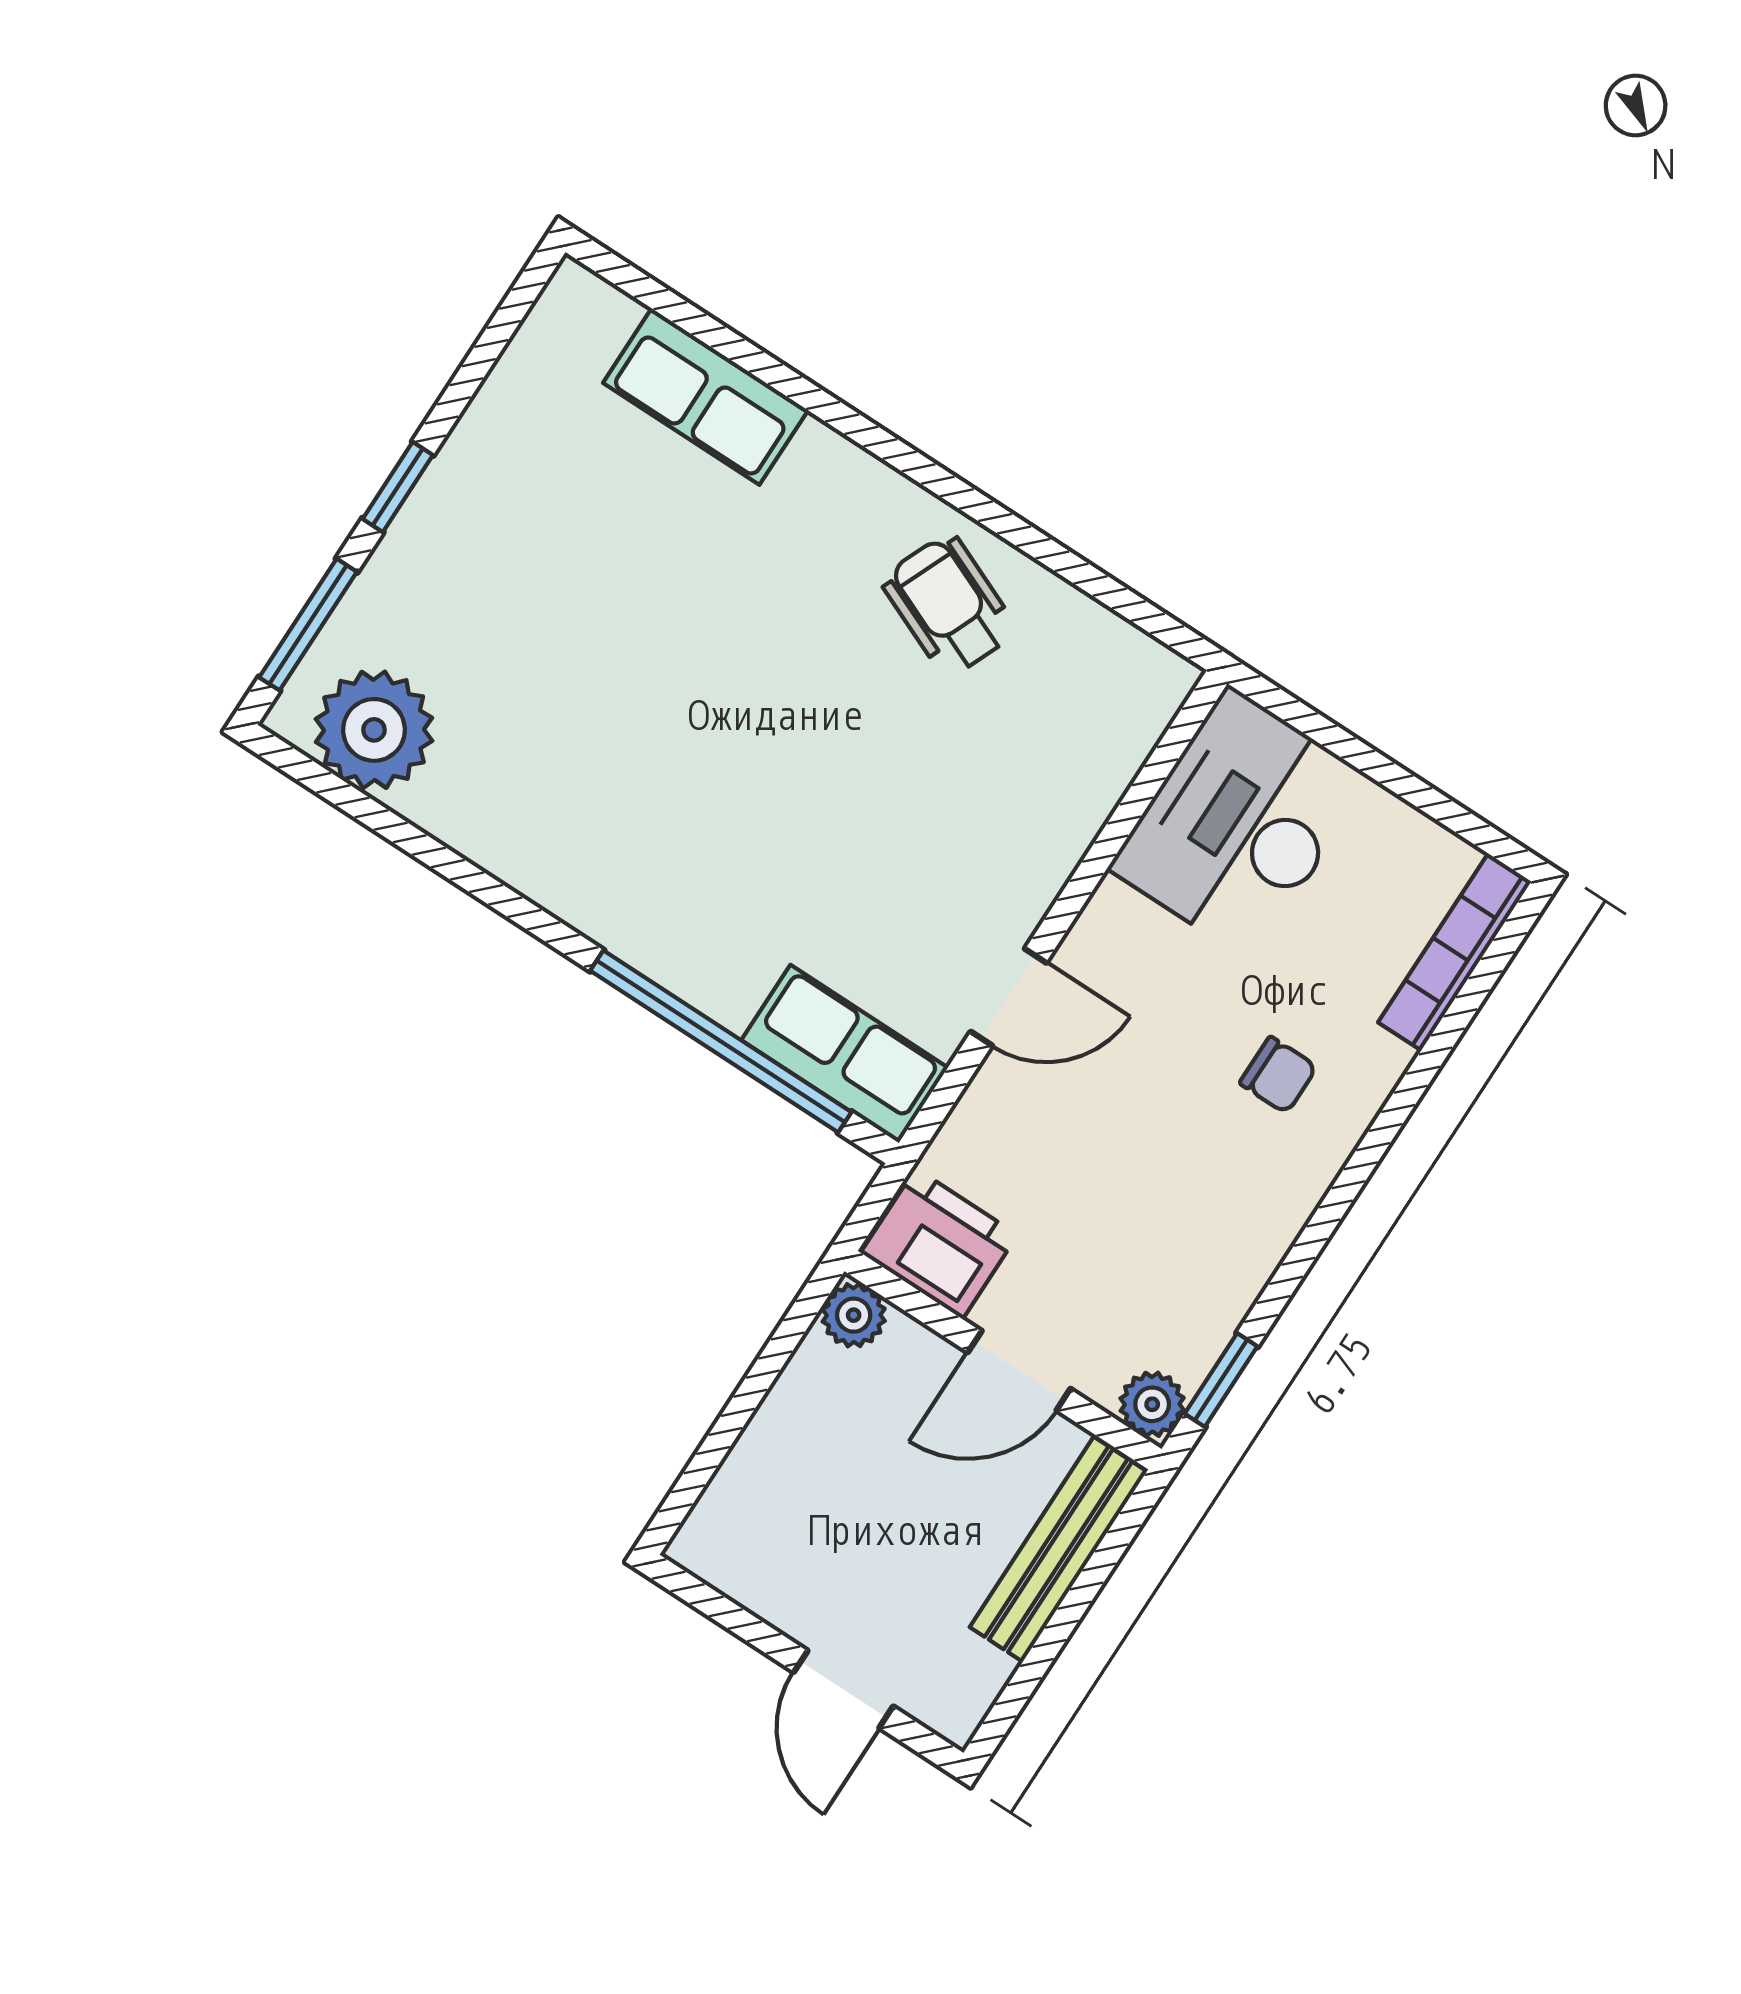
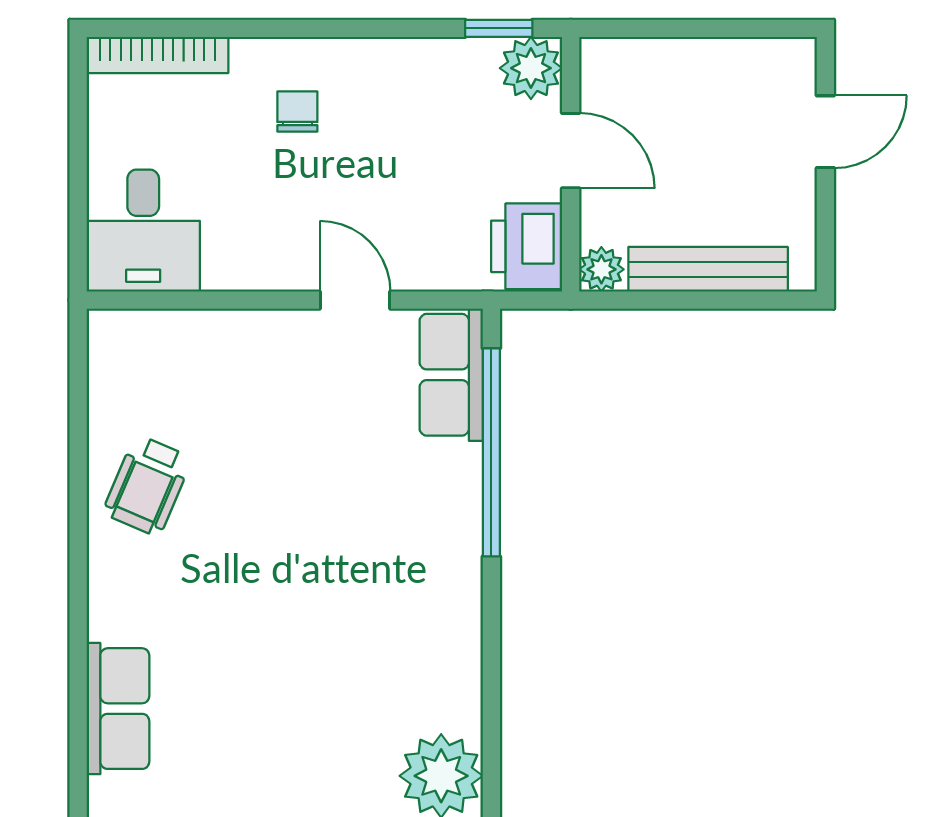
desk: (1240, 824) -> (143, 231), width x0.73
plant: (1152, 1404) -> (531, 68), width x1.38, depth x1.38
bench: (1058, 1549) -> (708, 269), moved

